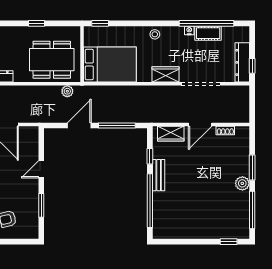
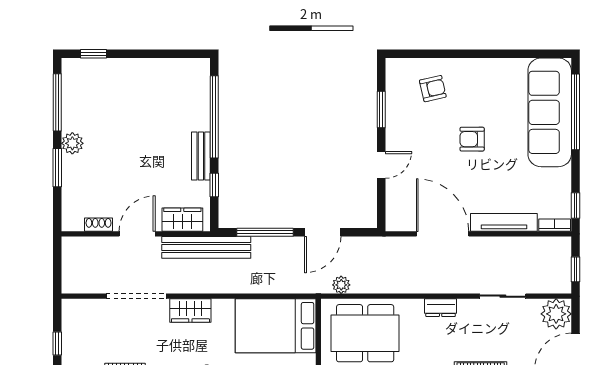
dresser: (242, 62) -> (72, 329), removed
window: (252, 66) -> (57, 343), moved
bench: (155, 116) -> (206, 247), added

